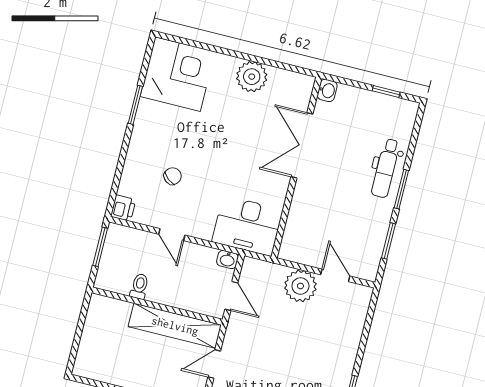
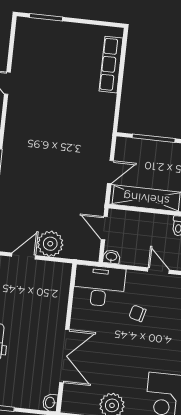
chair: (173, 176) -> (138, 313), moved, turned 66
door: (335, 275) -> (24, 256), swing flipped

